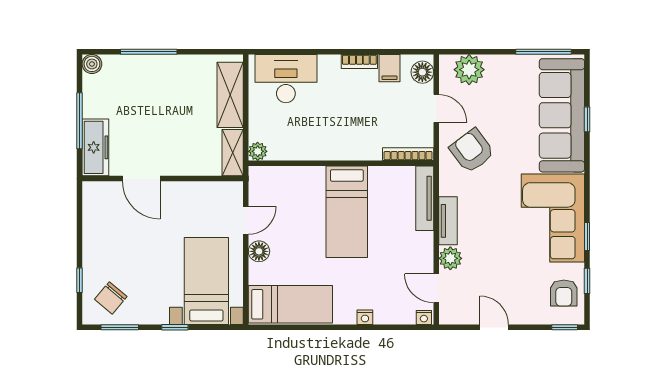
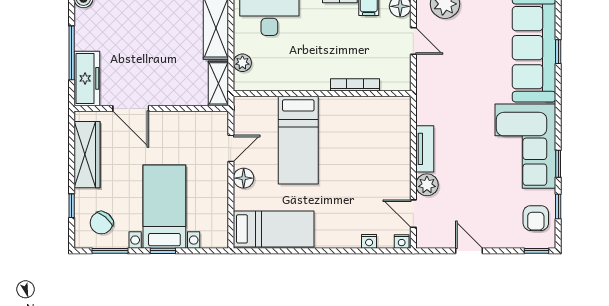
plant: (258, 151) -> (242, 63), moved
armchair: (472, 151) -> (448, 82), removed
bookcase: (408, 154) -> (355, 85), moved
tv unit: (425, 198) -> (402, 127), removed
bed: (347, 212) -> (298, 140), moved
wardrobe: (96, 227) -> (87, 155), added
bed with nightstands: (206, 281) -> (164, 207), moved
nightstand: (365, 317) -> (369, 241), moved

